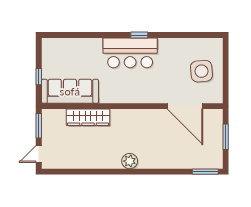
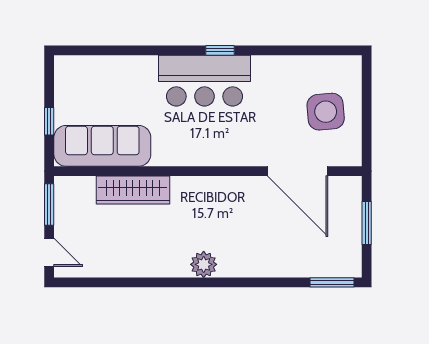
door: (39, 154) -> (49, 252), swing flipped

